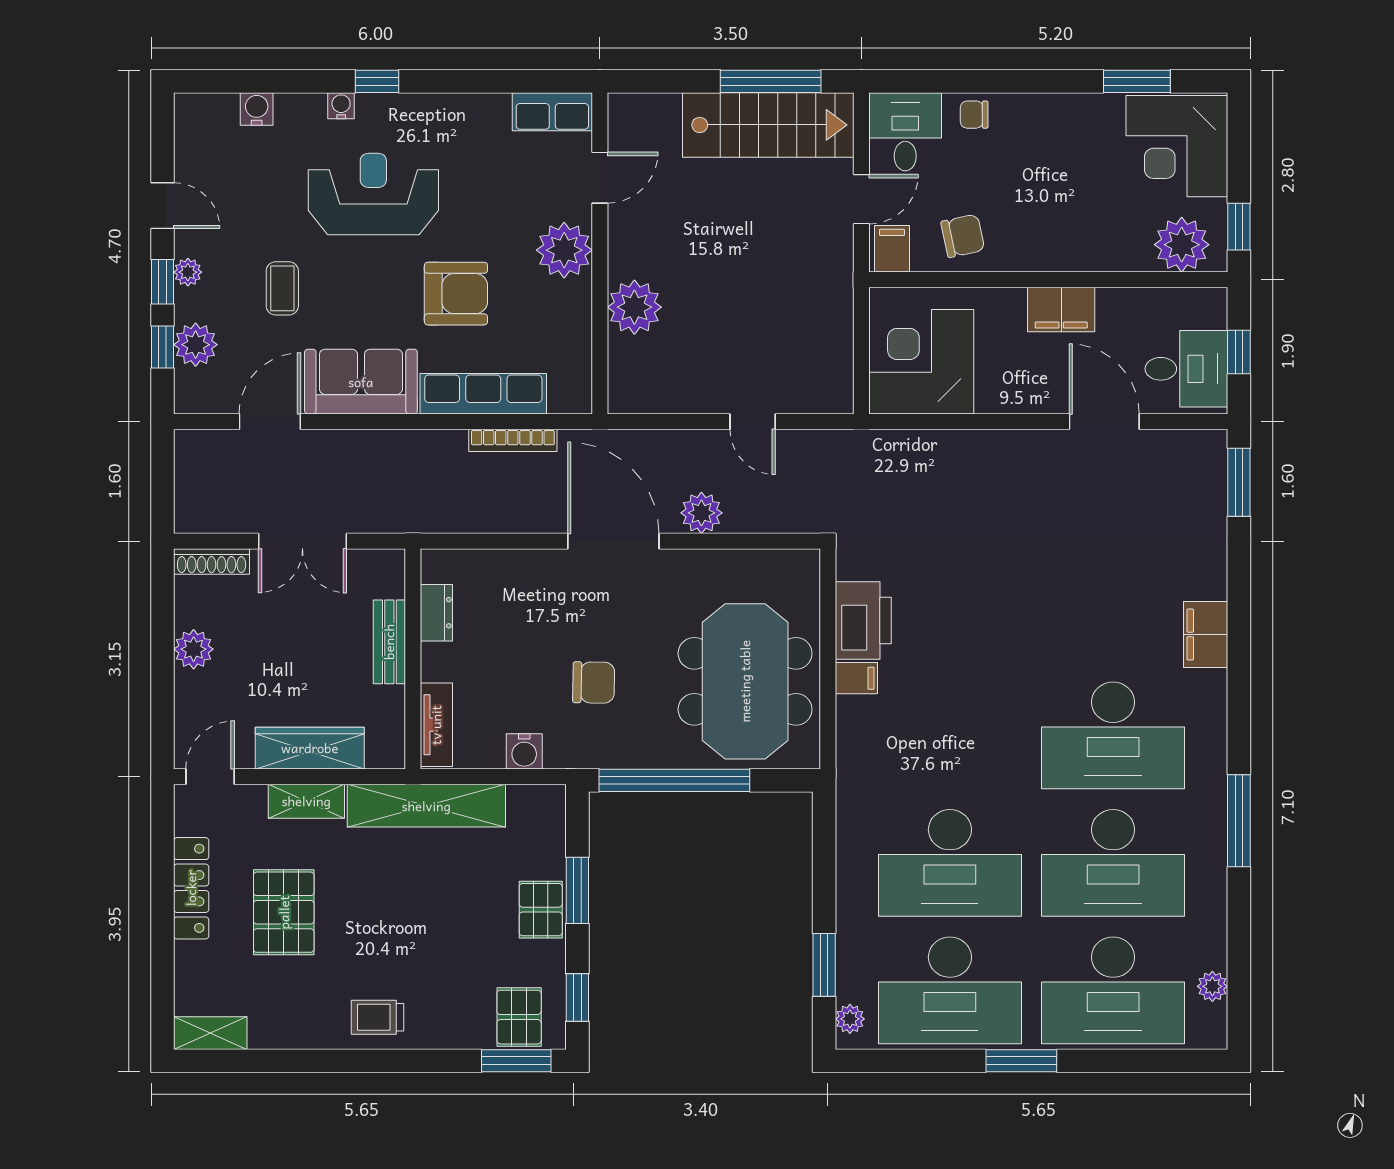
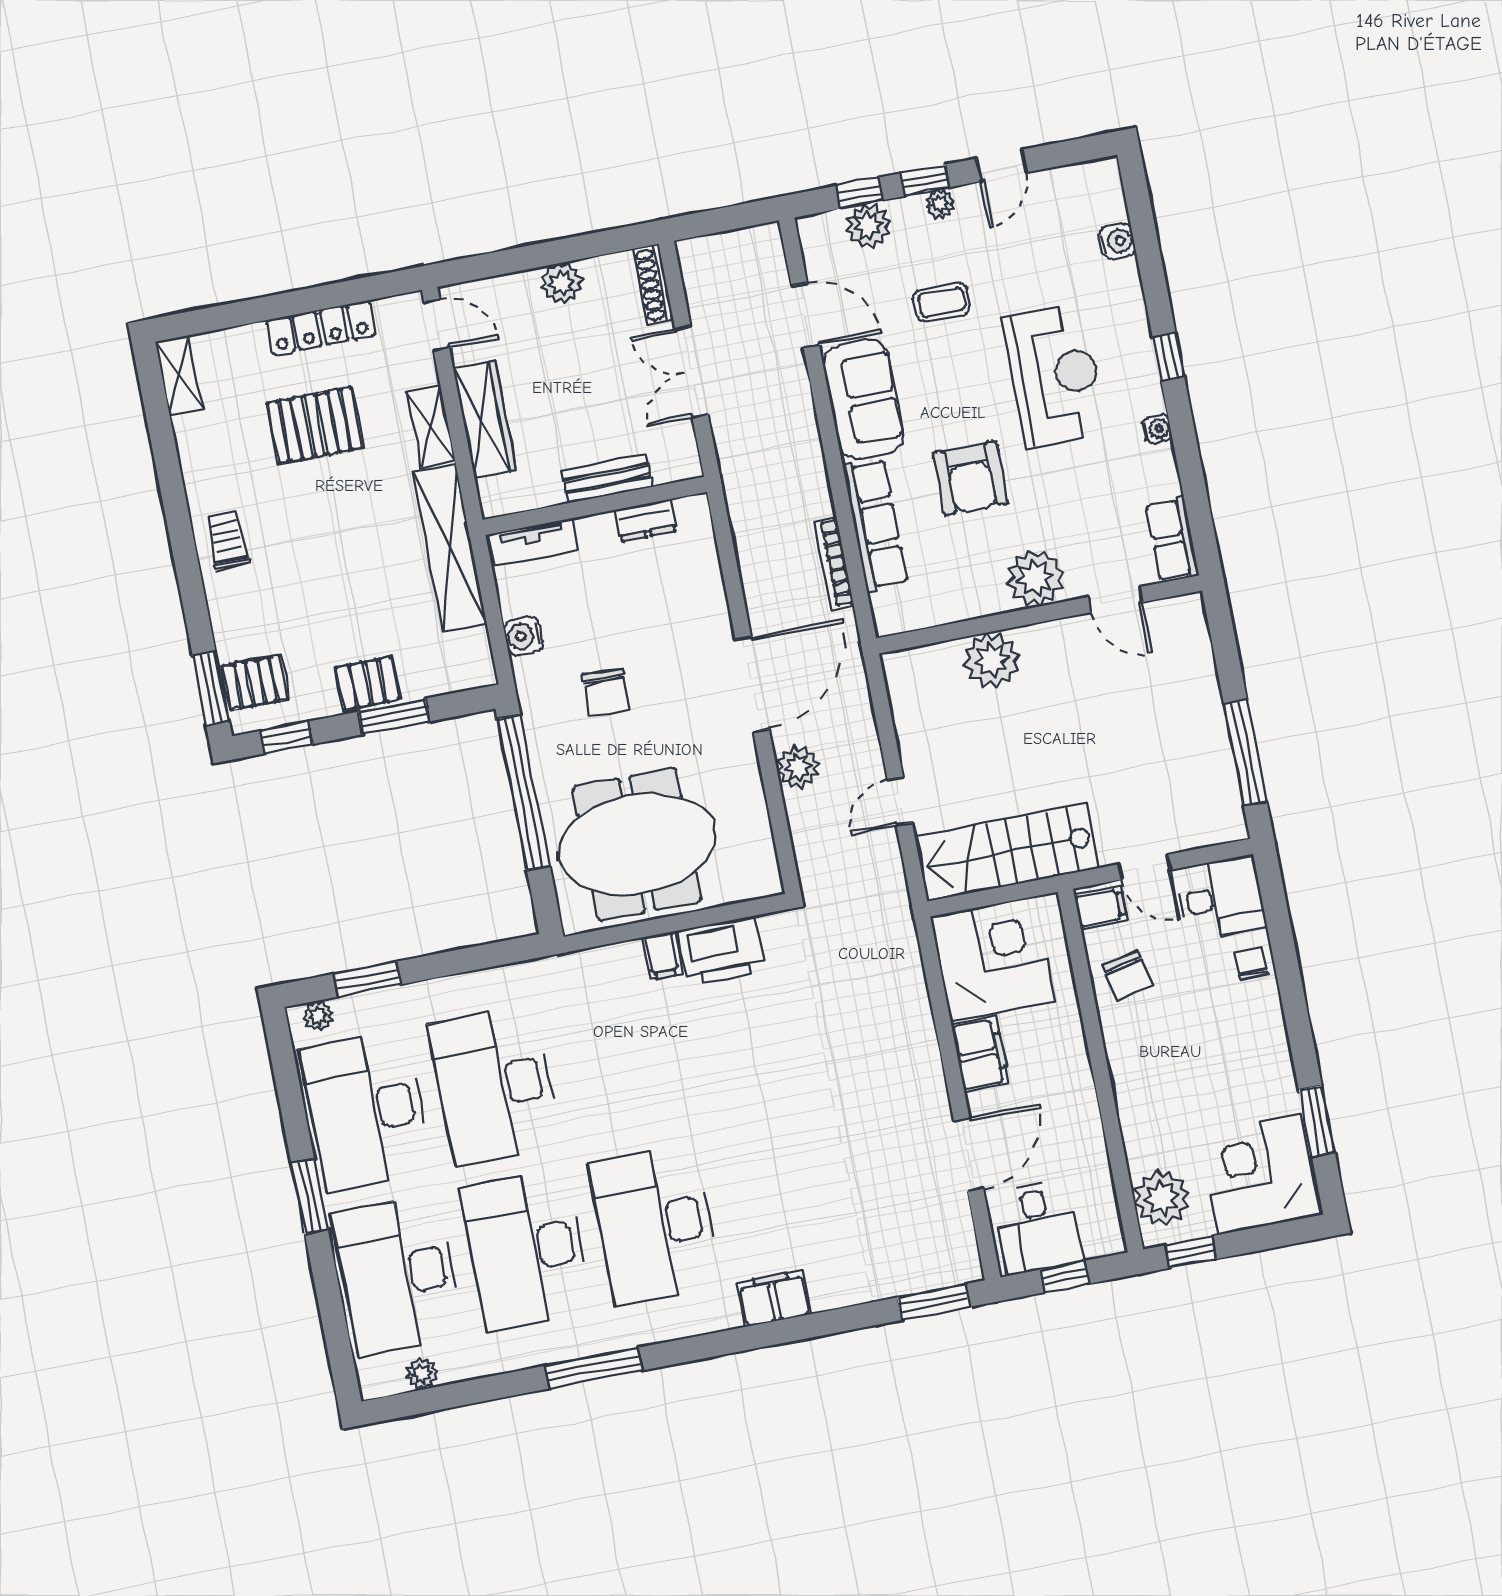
water cooler: (341, 106) -> (1157, 429), moved
stairs: (768, 125) -> (1007, 852), moved, turned 90
filing cabinet: (1061, 309) -> (980, 1054), moved, turned 180

